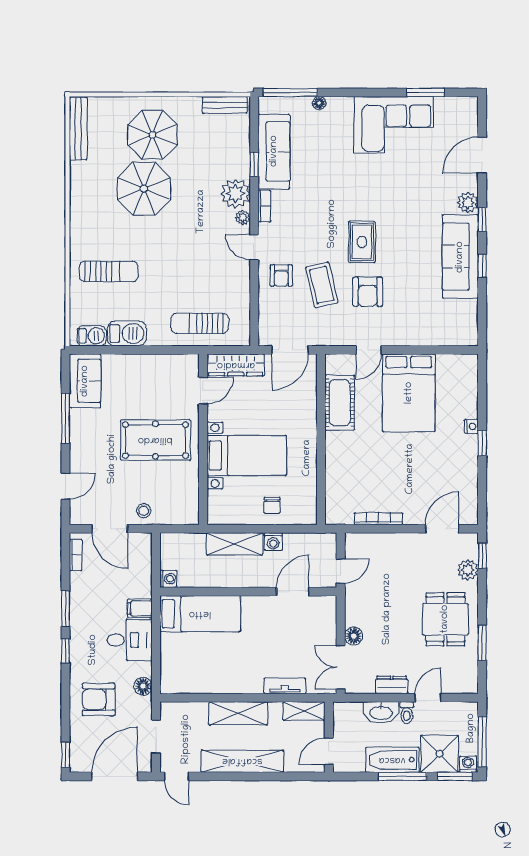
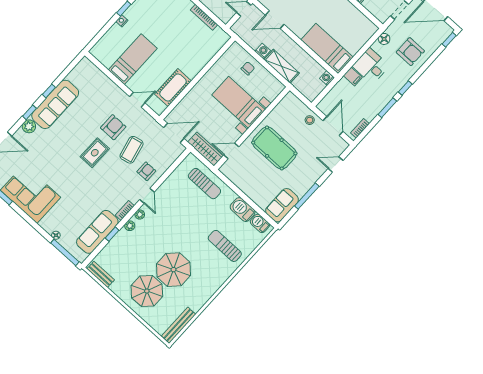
plant: (235, 193) -> (130, 226), width x0.53, depth x0.53
bed: (409, 393) -> (133, 59), width x0.67

